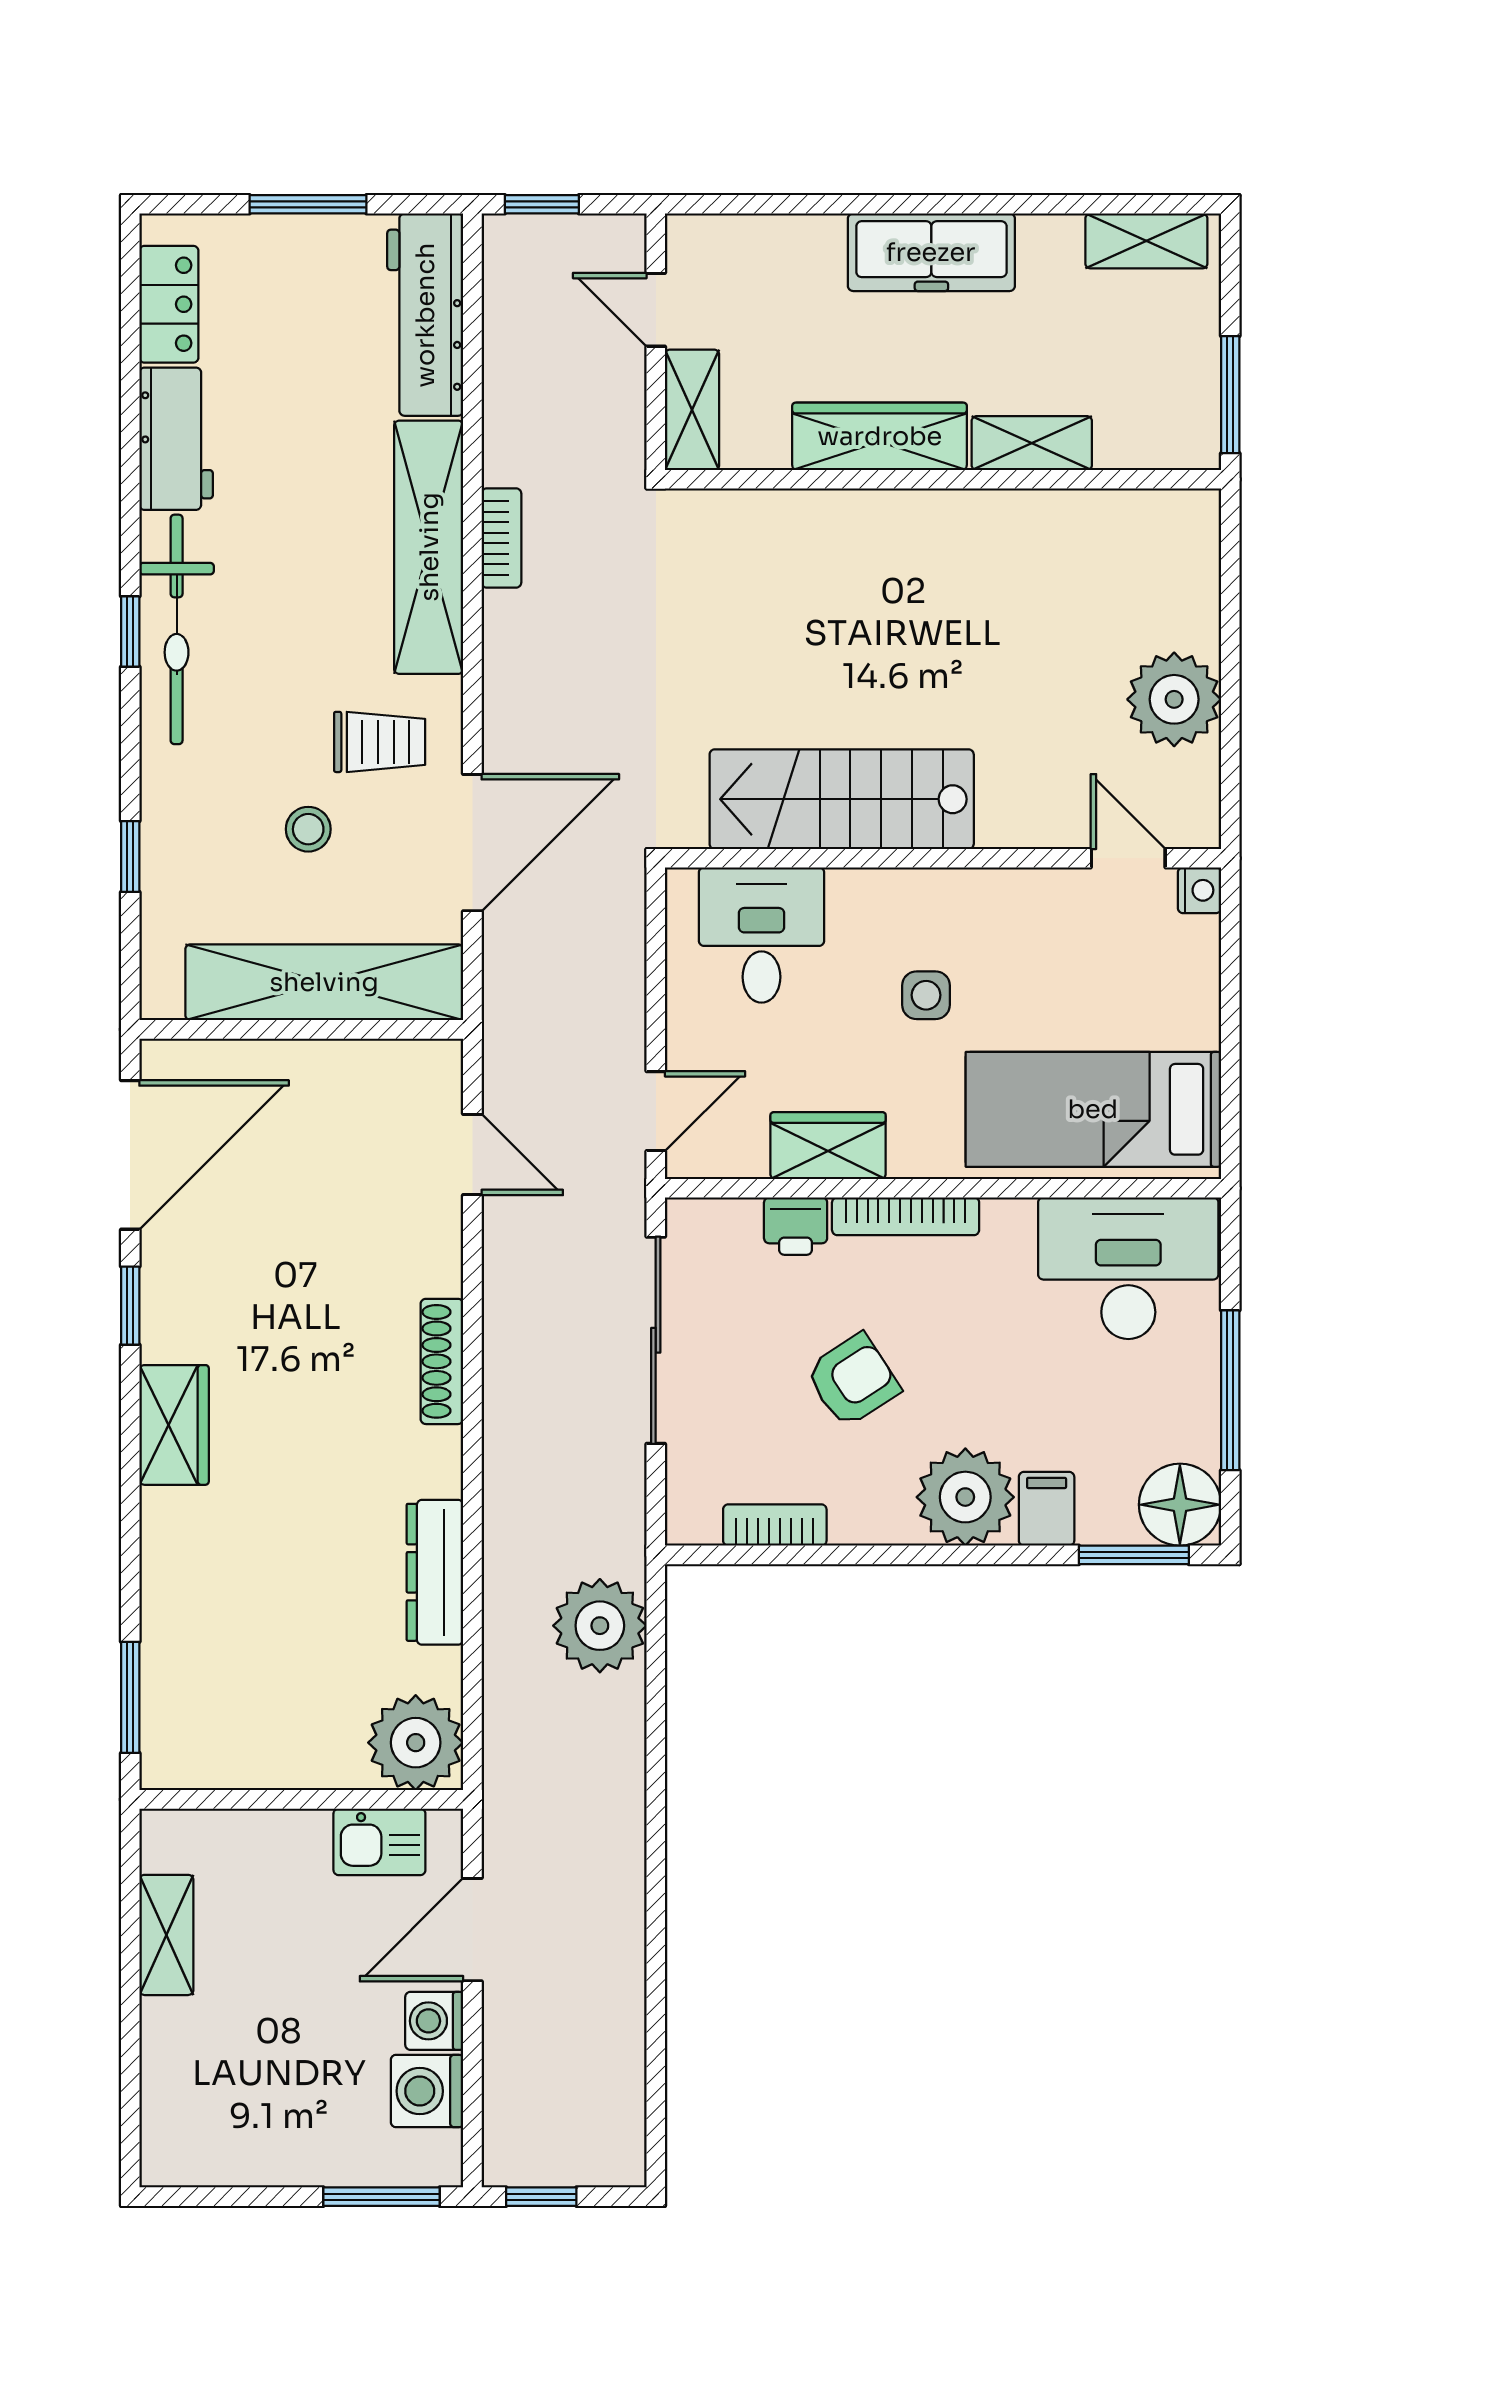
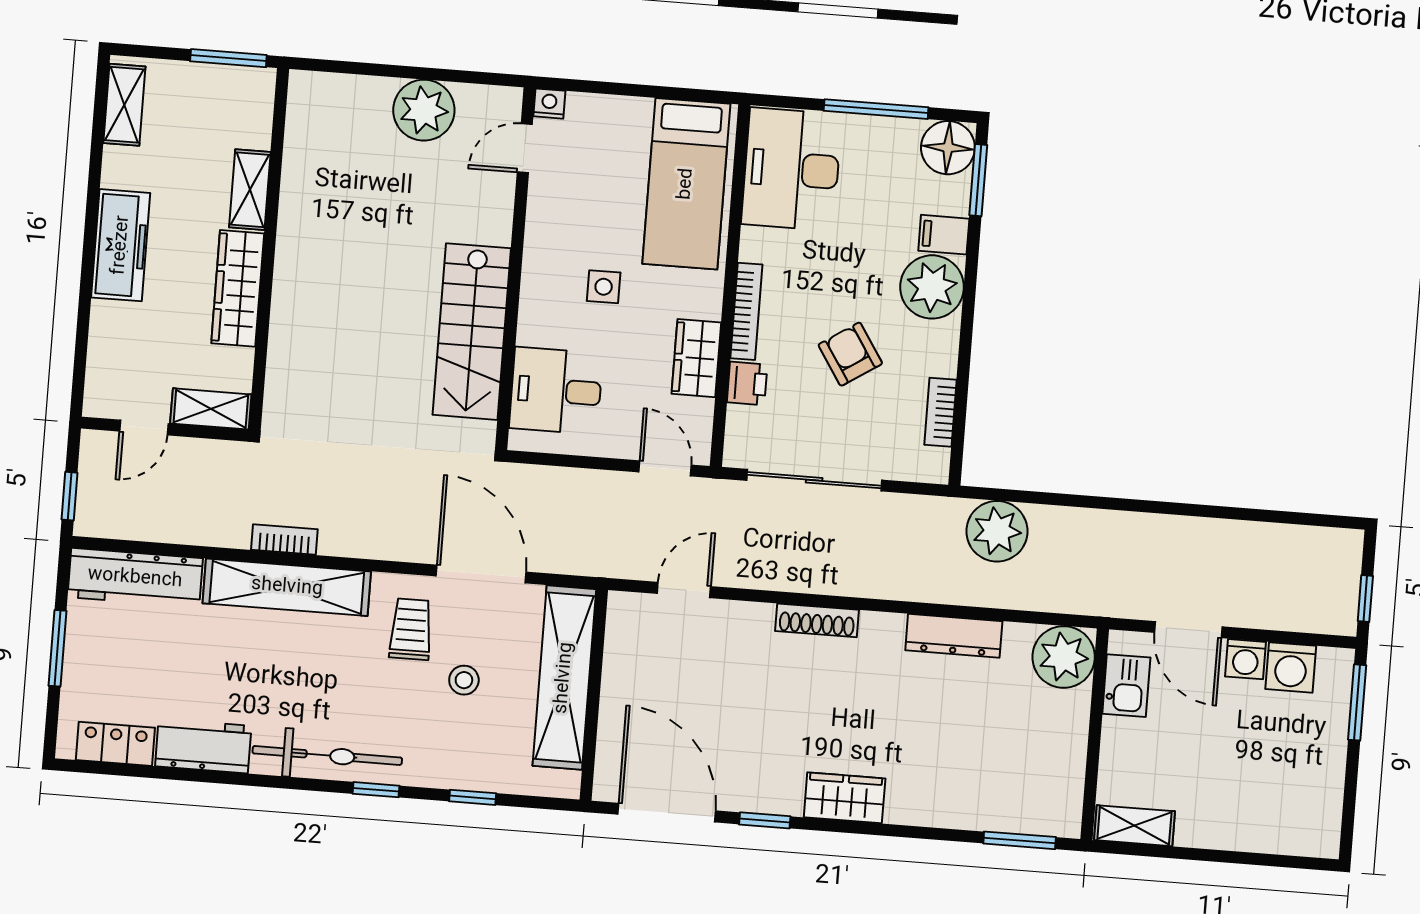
window: (130, 632) -> (376, 790), moved
shelving: (166, 1935) -> (1134, 826), moved

